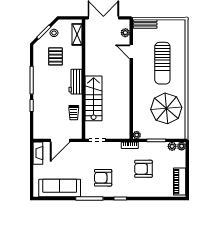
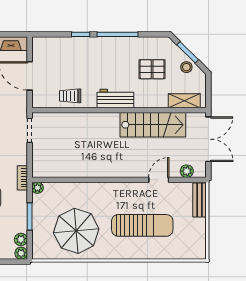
sun lounger: (162, 63) -> (142, 225), turned 180
stairs: (94, 98) -> (153, 125), moved

